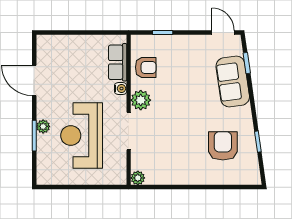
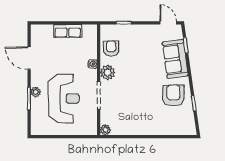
row of seats: (118, 62) -> (68, 31), moved, turned -90
armchair: (146, 67) -> (111, 49), turned -90
reception desk: (82, 135) -> (64, 99), turned 180
armchair: (223, 146) -> (173, 95), moved

